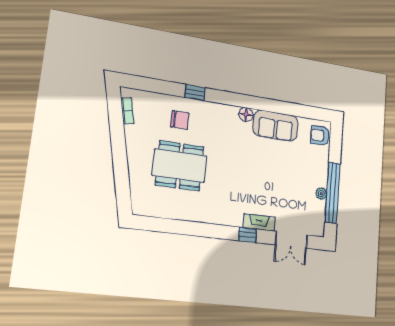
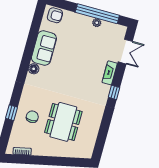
window: (195, 92) -> (12, 113), moved
armchair: (320, 135) -> (55, 15), turned -90
window: (248, 235) -> (114, 92), moved

